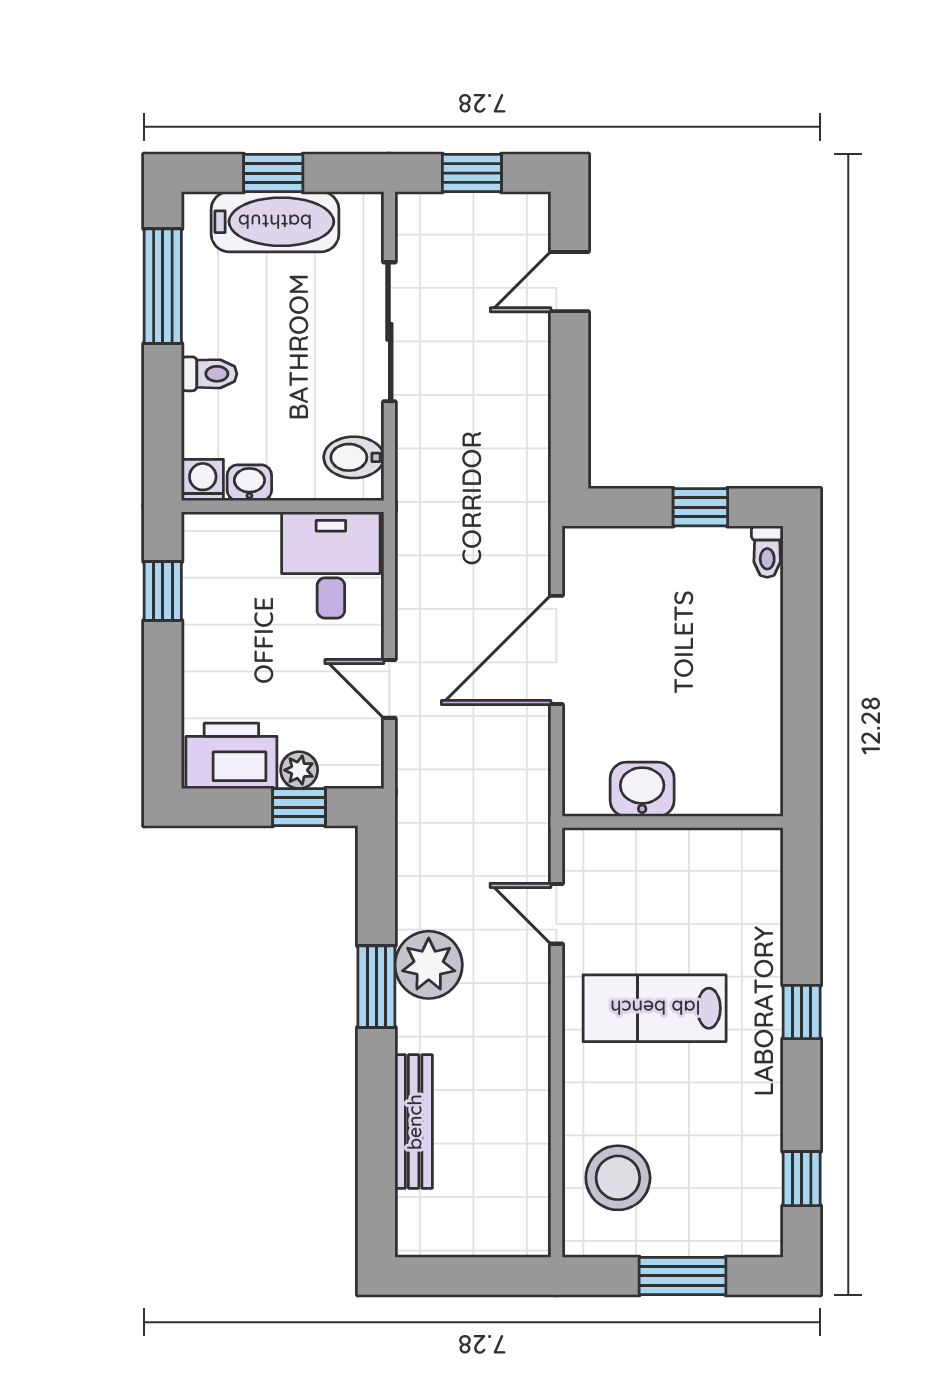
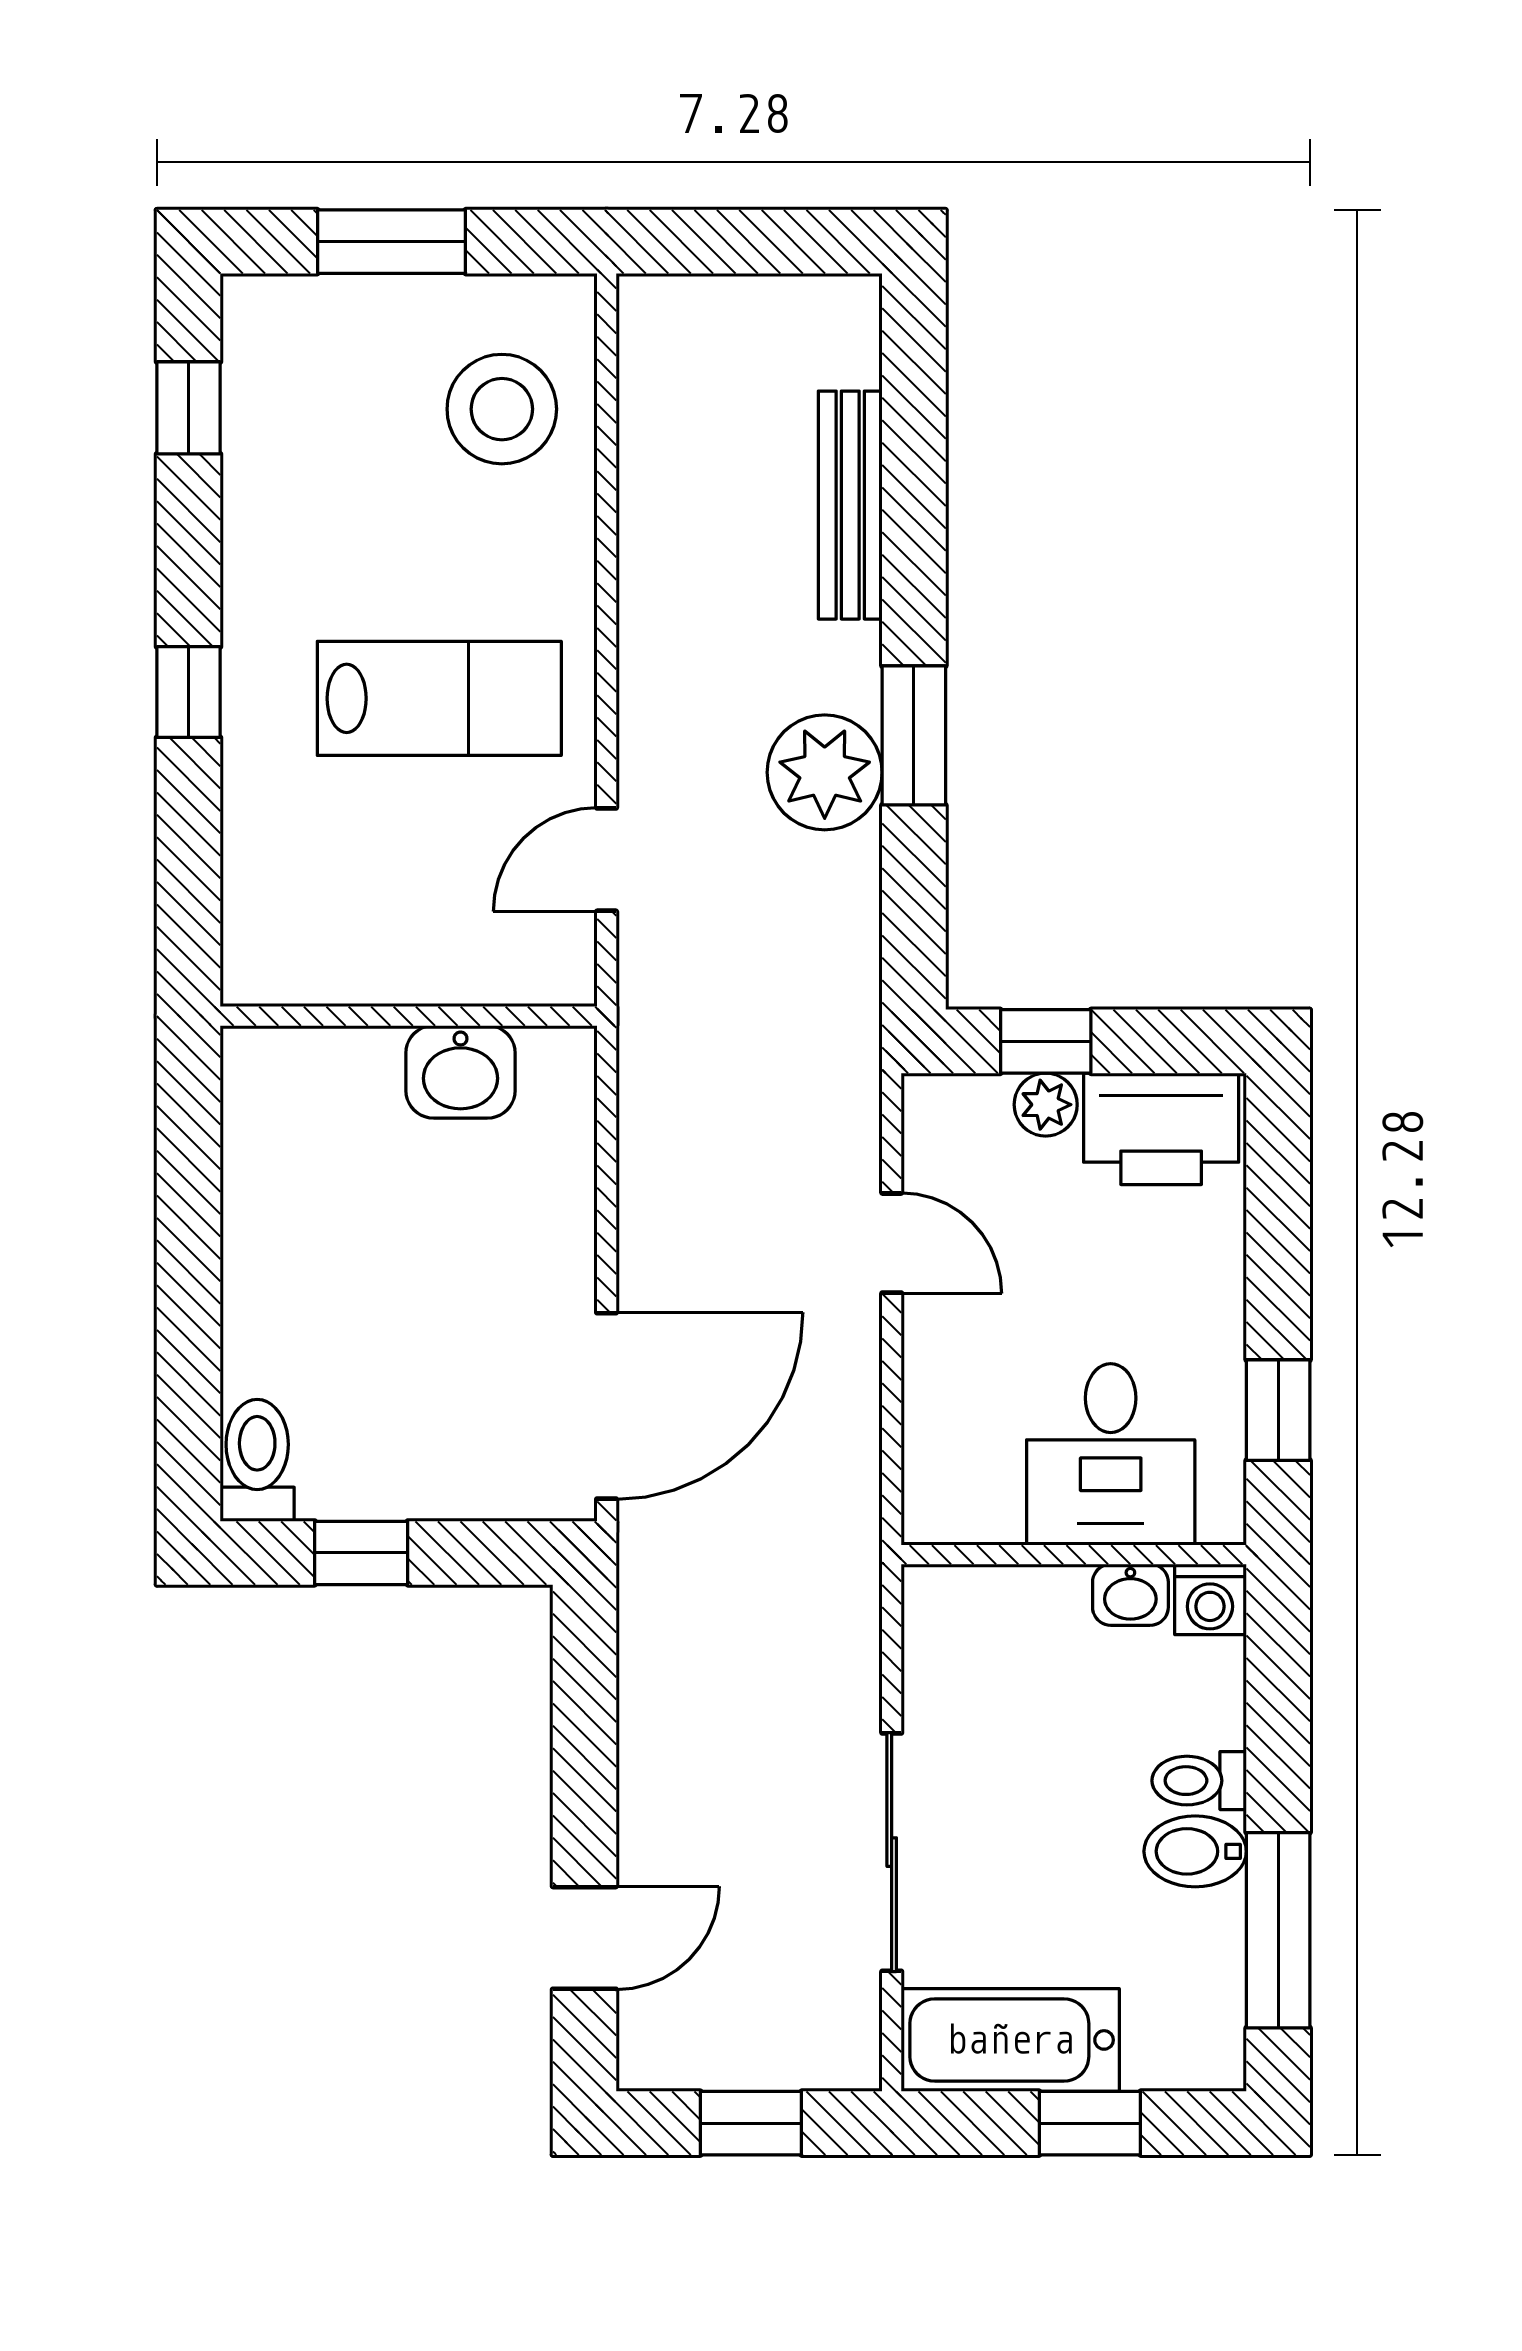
bathtub: (275, 222) -> (1010, 2040), moved
bidet: (354, 457) -> (1195, 1851), moved, turned 180
toilet: (767, 552) -> (257, 1460), width x1.37, depth x1.39
desk: (331, 565) -> (1111, 1454), moved
door: (556, 650) -> (607, 1406), moved
door: (556, 914) -> (607, 860), swing flipped

